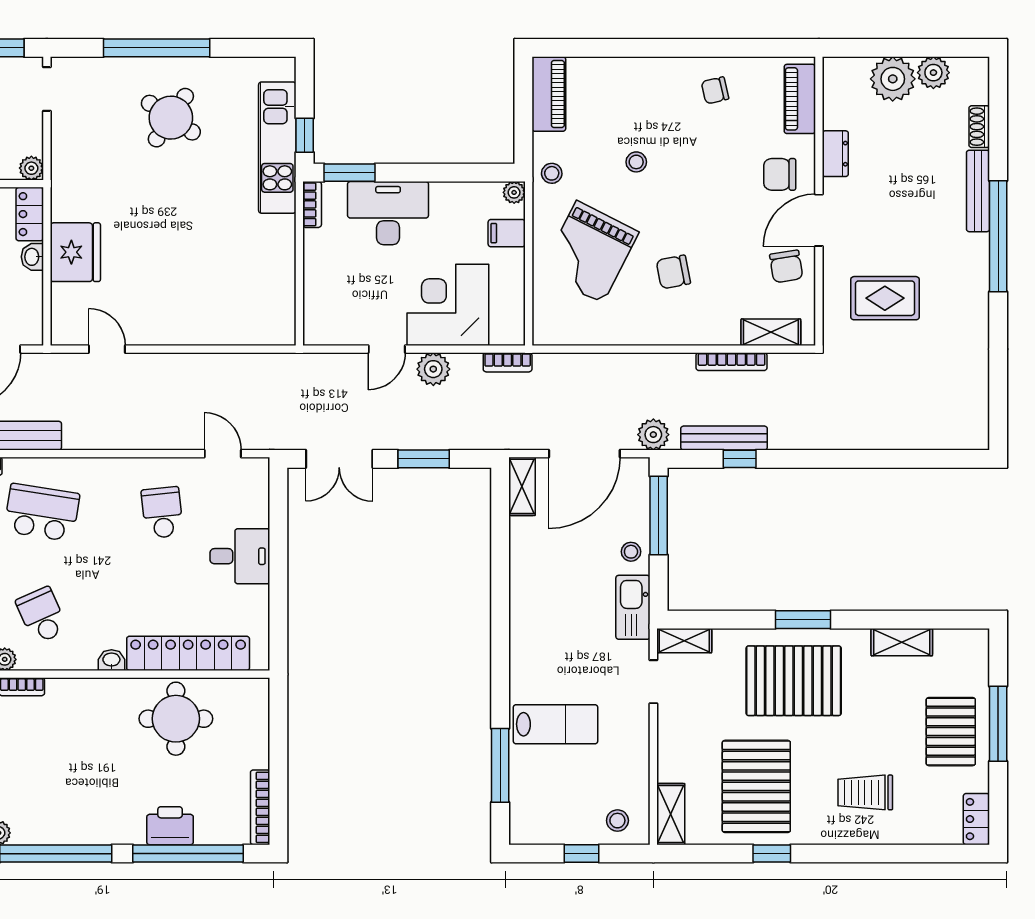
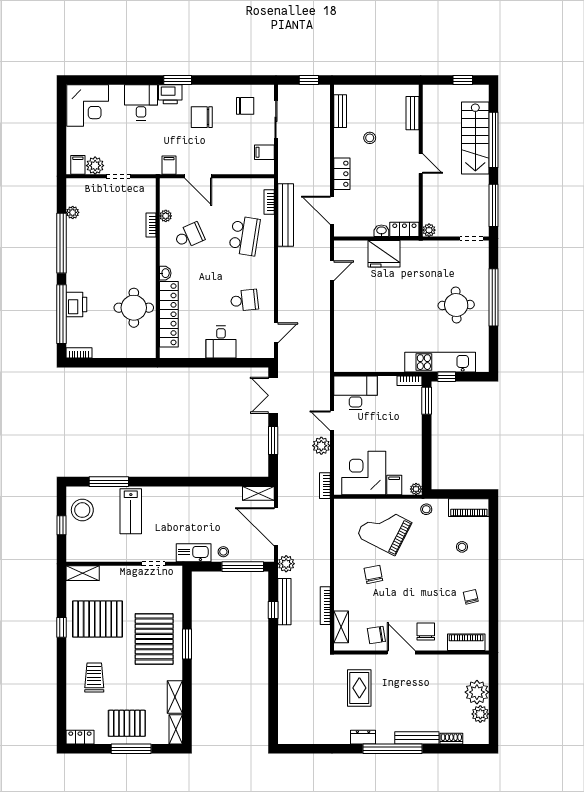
round table: (171, 118) -> (456, 305), turned -36
dresser: (835, 154) -> (363, 737), moved, turned 180
stool: (636, 162) -> (462, 547), moved
desk: (388, 213) -> (356, 393), moved, turned -90
corner desk: (448, 305) -> (364, 473), moved, turned -90
shelving: (684, 641) -> (176, 729), moved
bookcase: (260, 807) -> (79, 353), width x0.64
stool: (617, 821) -> (82, 510), moved, width x1.89, depth x1.89

